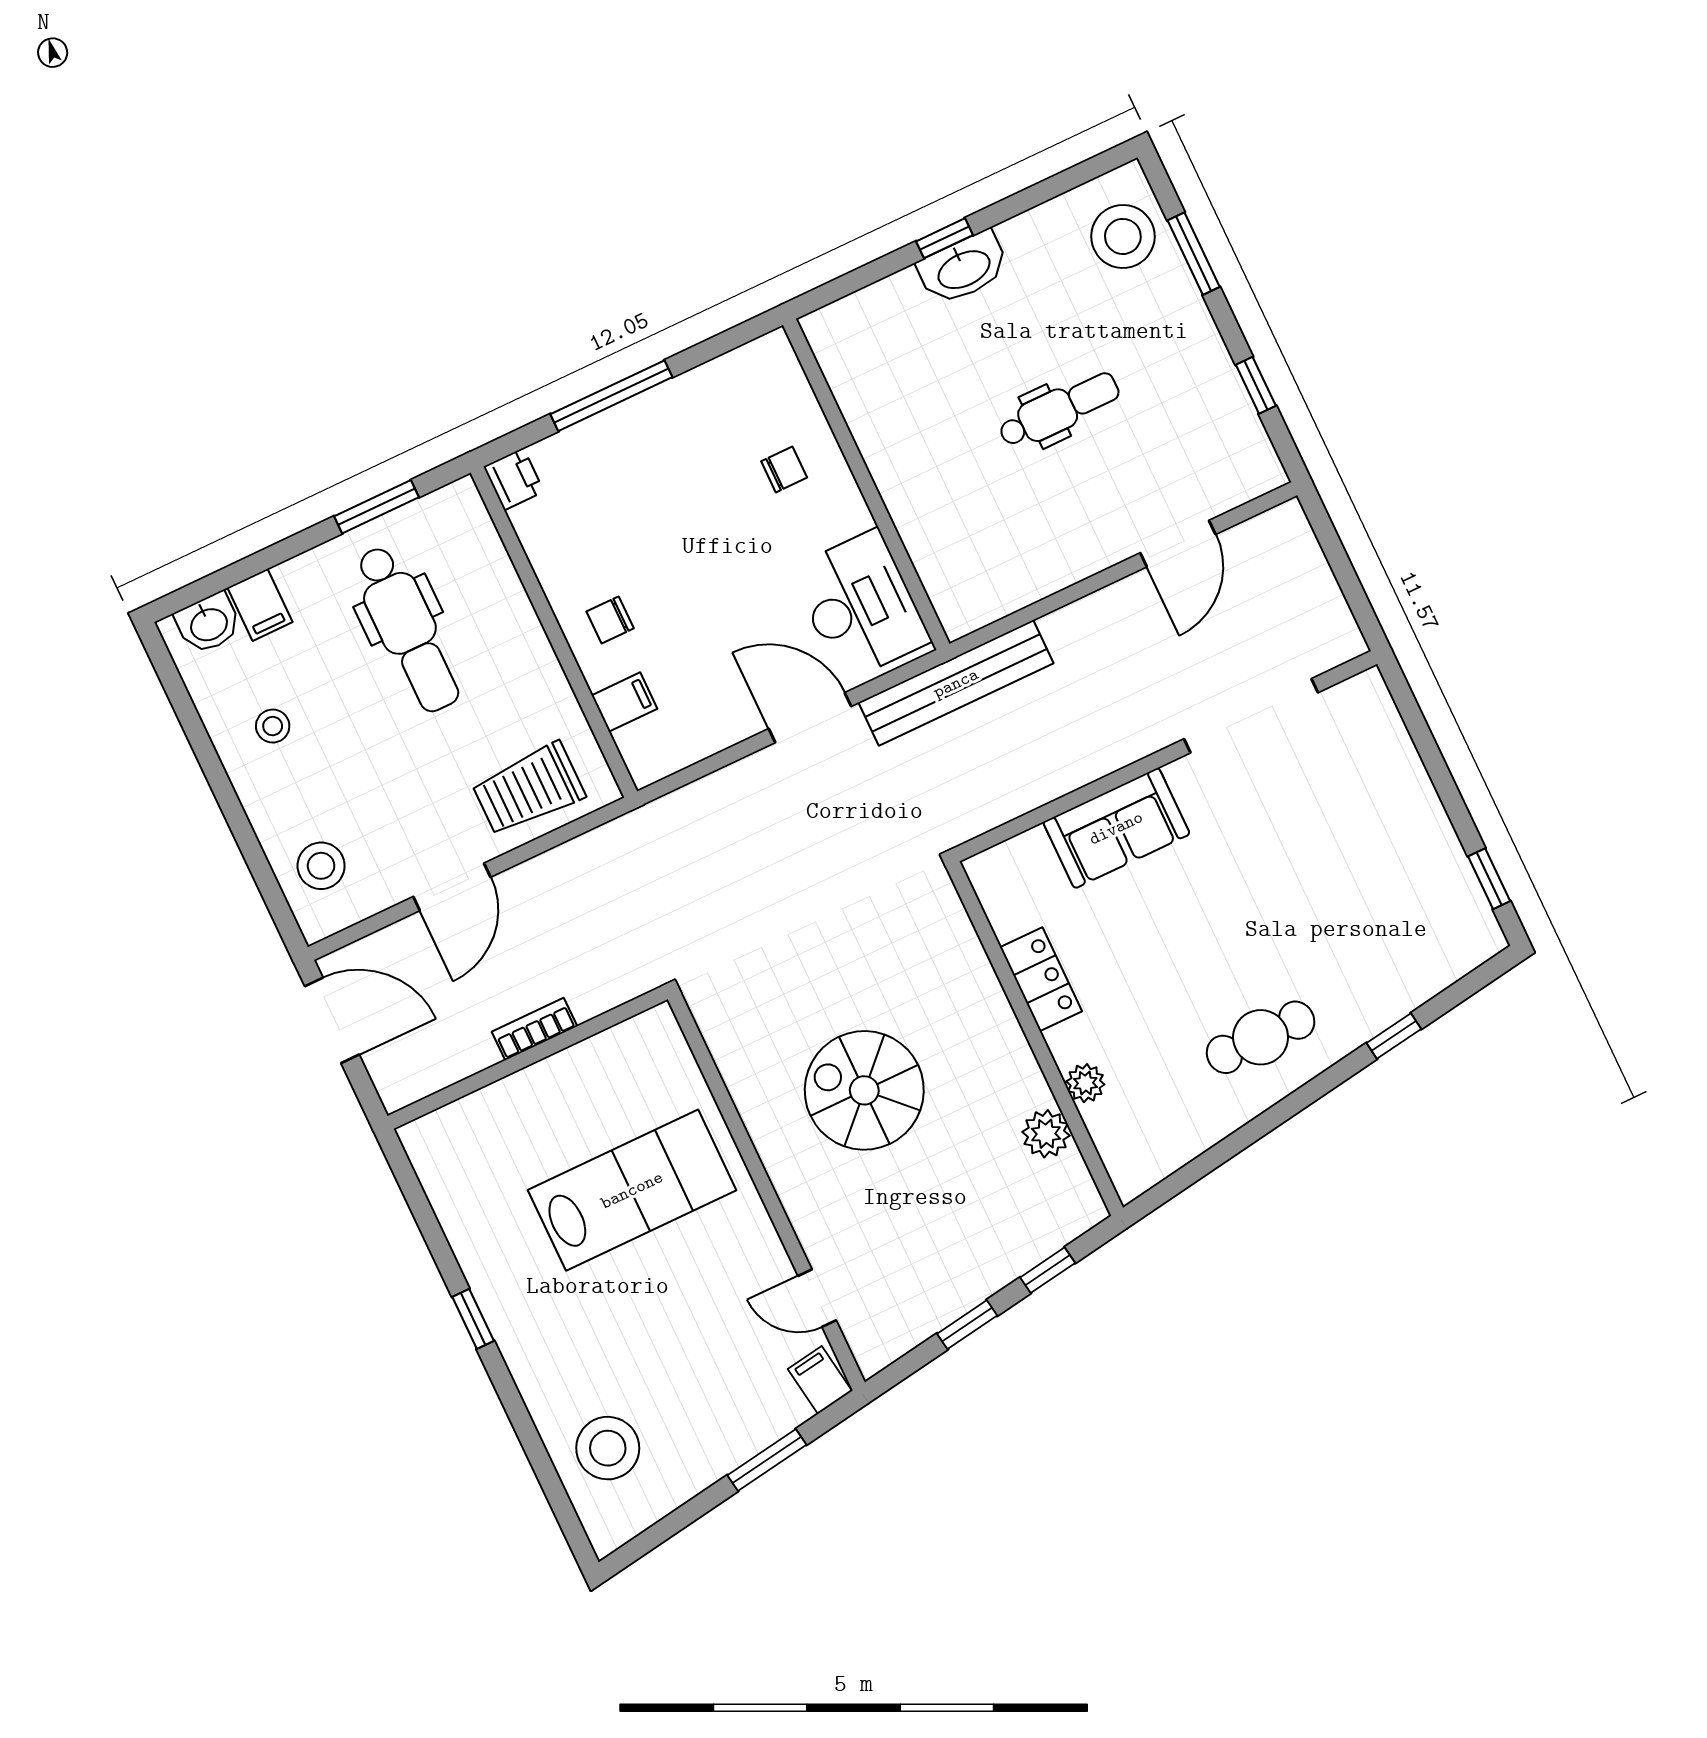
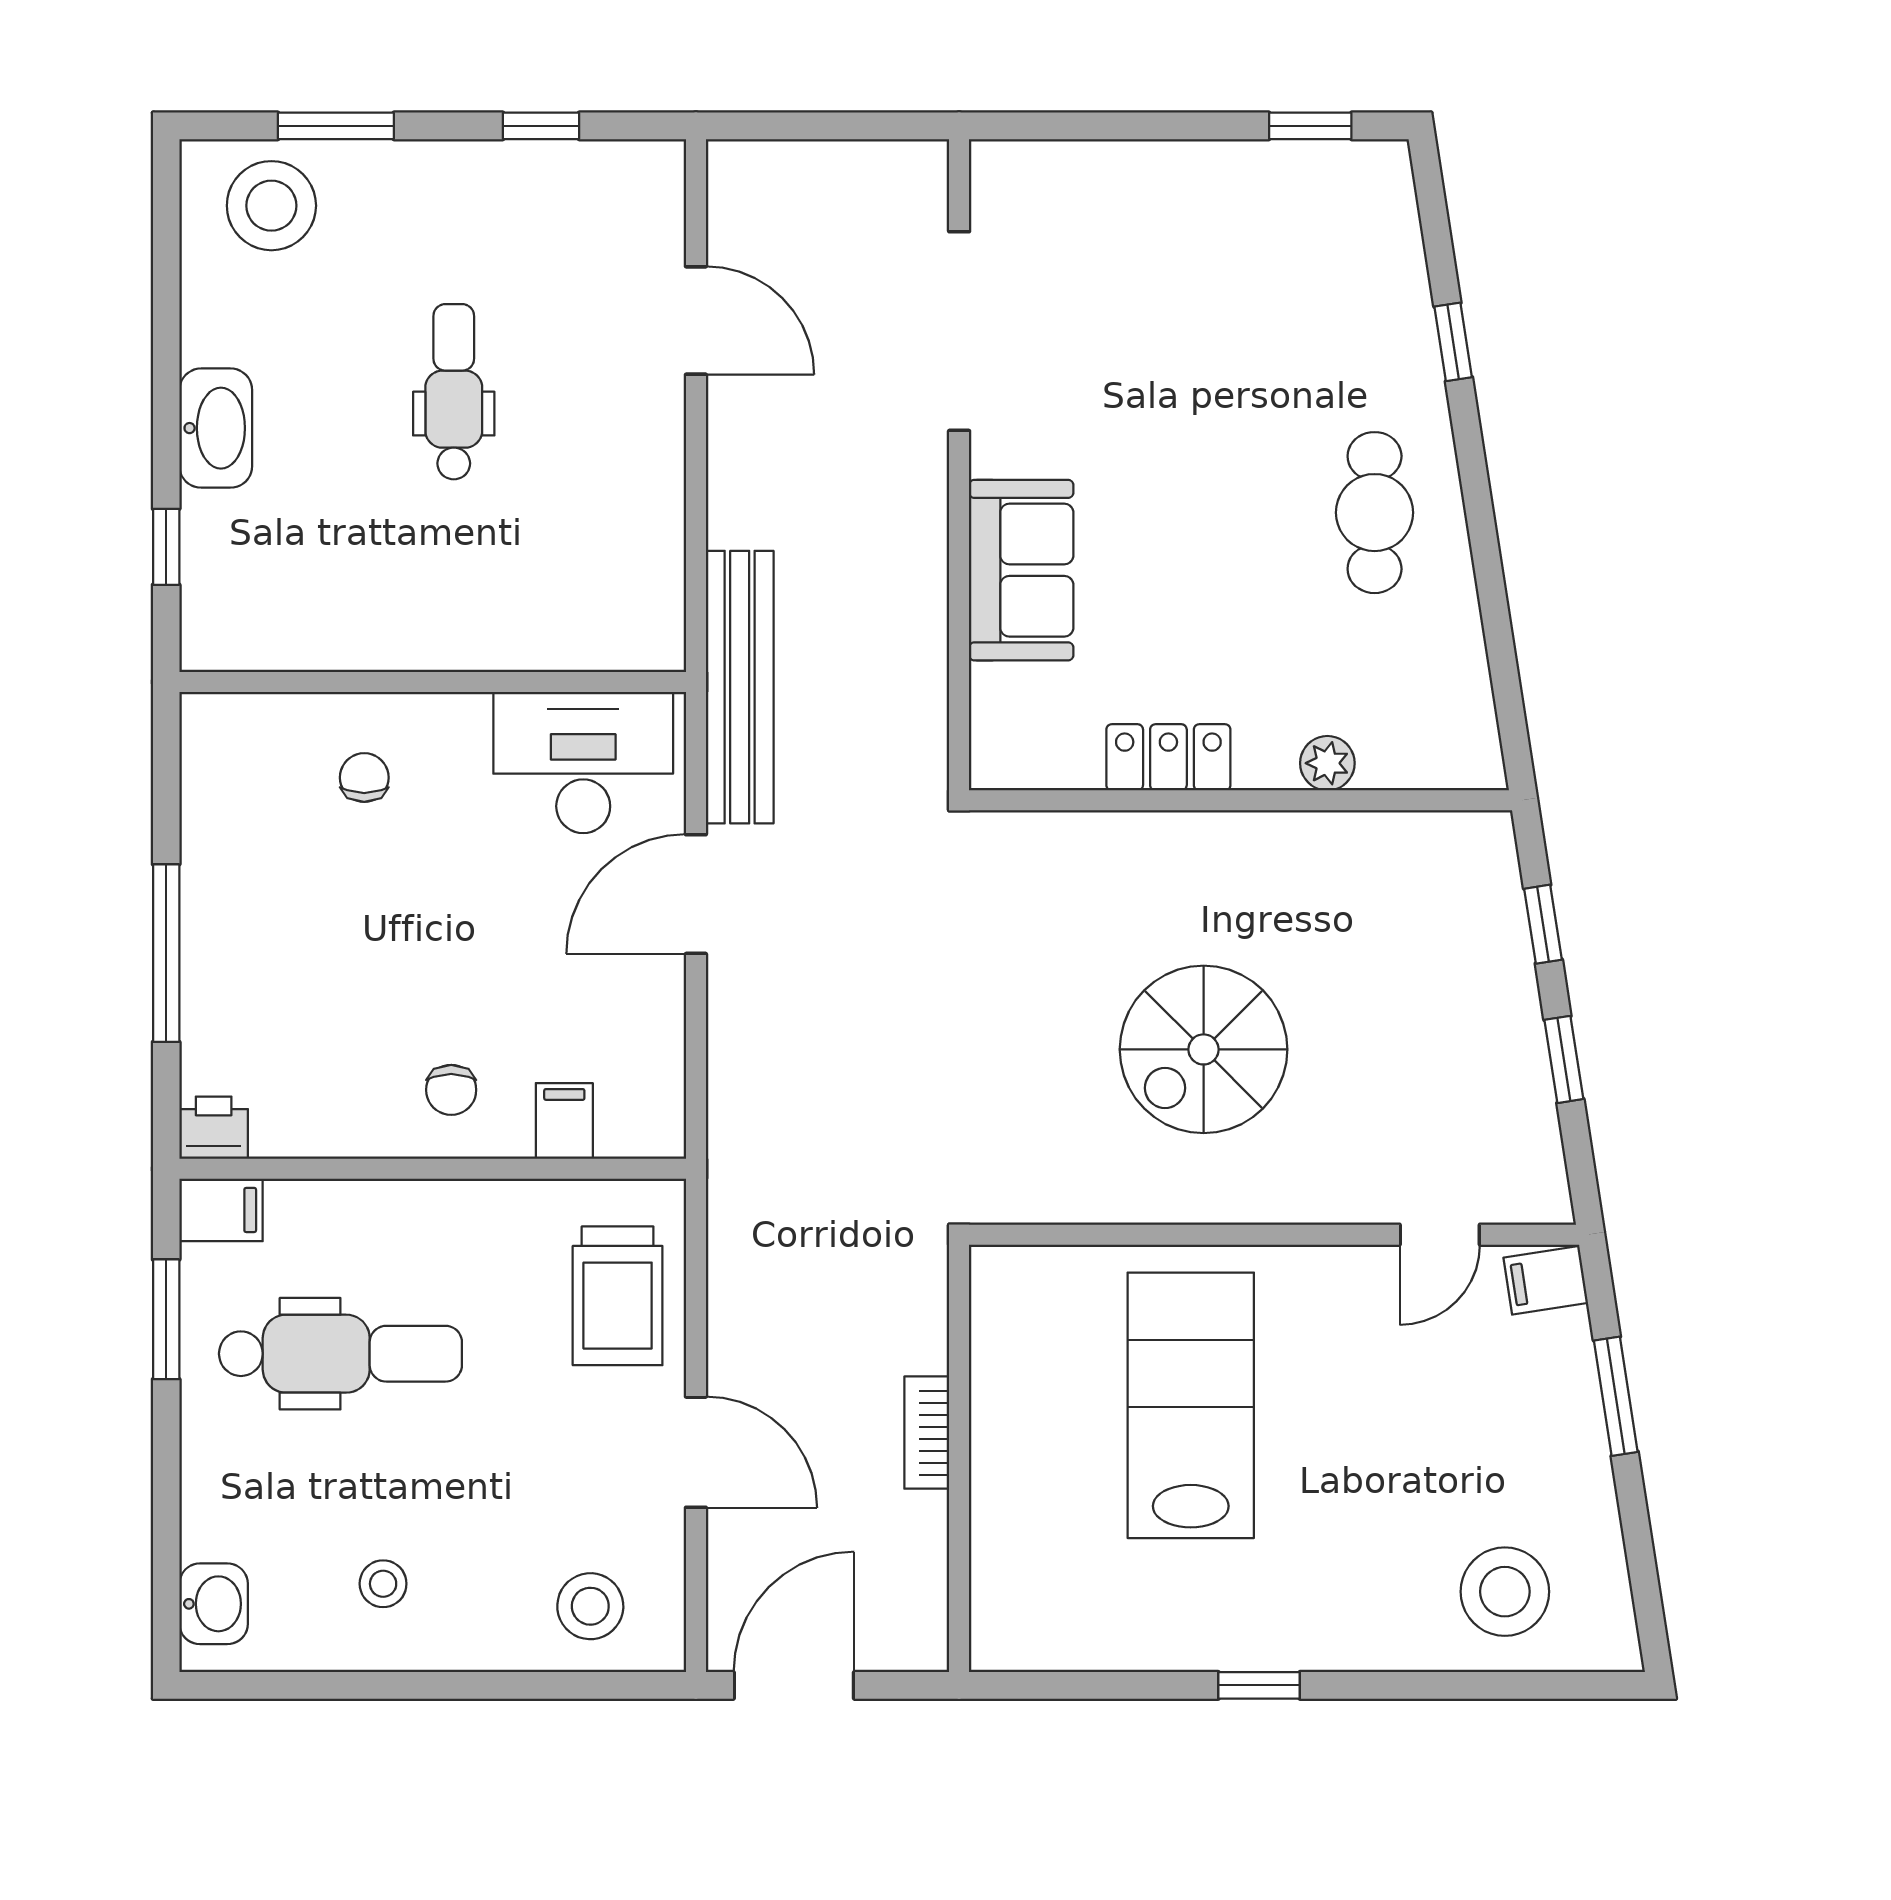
window: (945, 238) -> (166, 547), moved
filing cabinet: (260, 605) -> (221, 1210), moved
plant: (1046, 1134) -> (1368, 844), removed

